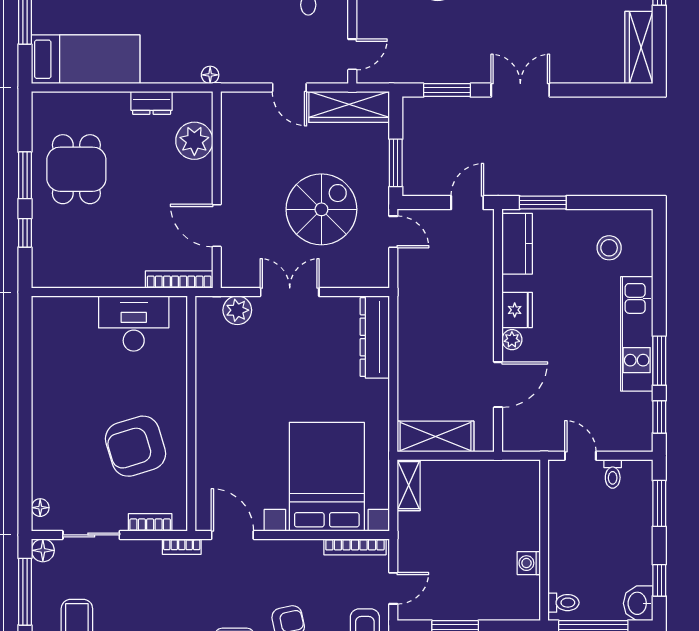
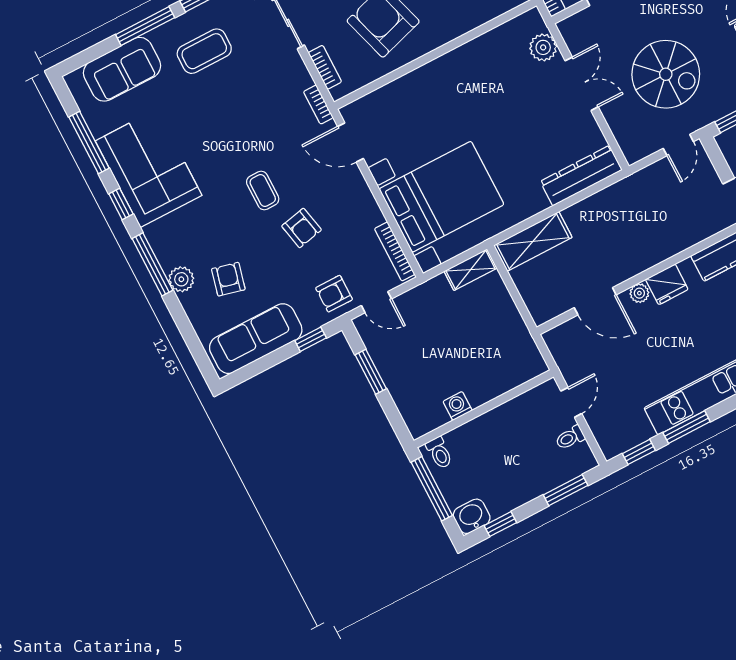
shelving: (435, 437) -> (533, 241), moved, turned 90
door: (232, 535) -> (351, 143), swing flipped

